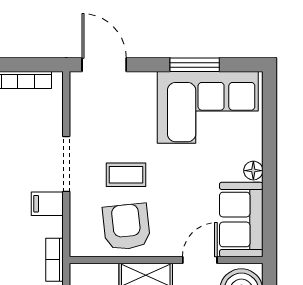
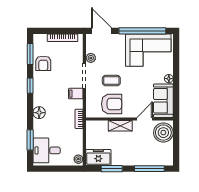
window: (195, 65) -> (142, 31), width x2.11
plant: (80, 125) -> (91, 58), added
armchair: (126, 227) -> (112, 104), turned 96

